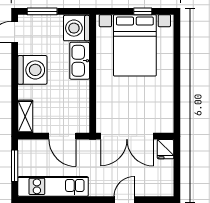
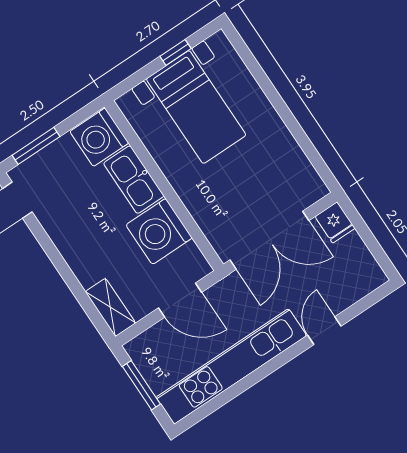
bed with nightstands: (135, 45) -> (196, 107), width x0.73
washing machine: (32, 70) -> (159, 231), moved, turned 180
kitchen unit: (53, 186) -> (231, 366), width x1.36

